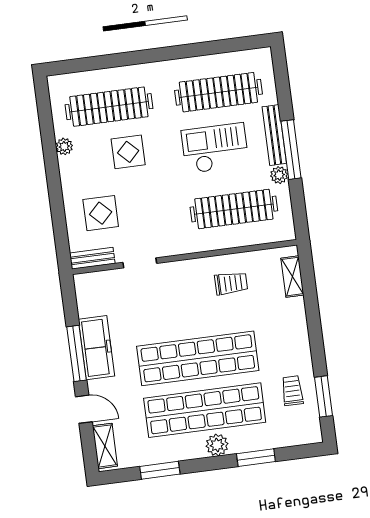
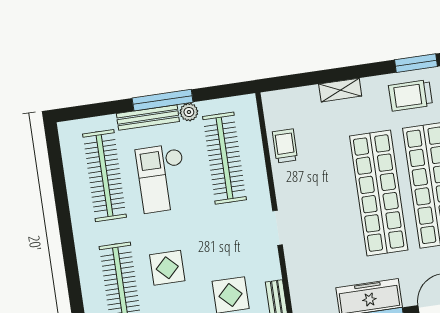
doorway: (140, 263) -> (277, 228), moved
shelving: (292, 277) -> (340, 90), moved
trolley: (231, 283) -> (285, 146), moved
trolley: (292, 391) -> (411, 95), width x1.36, depth x1.39

